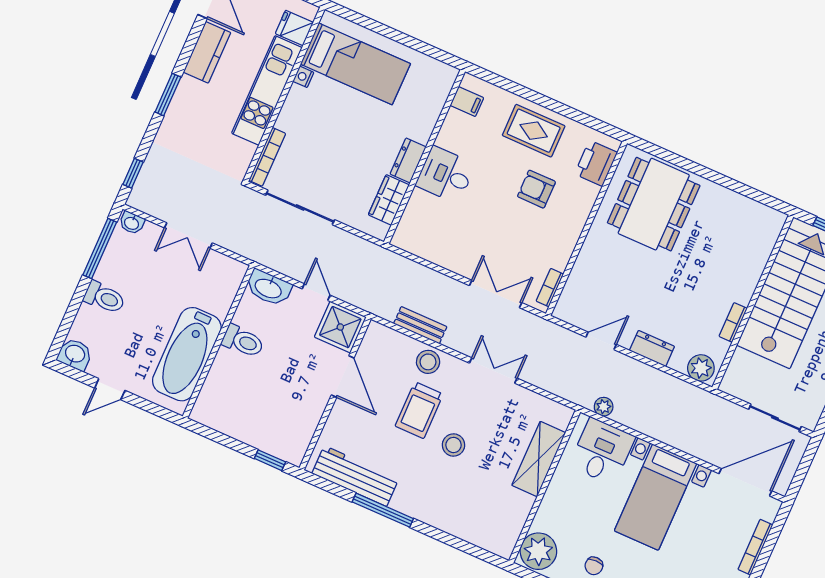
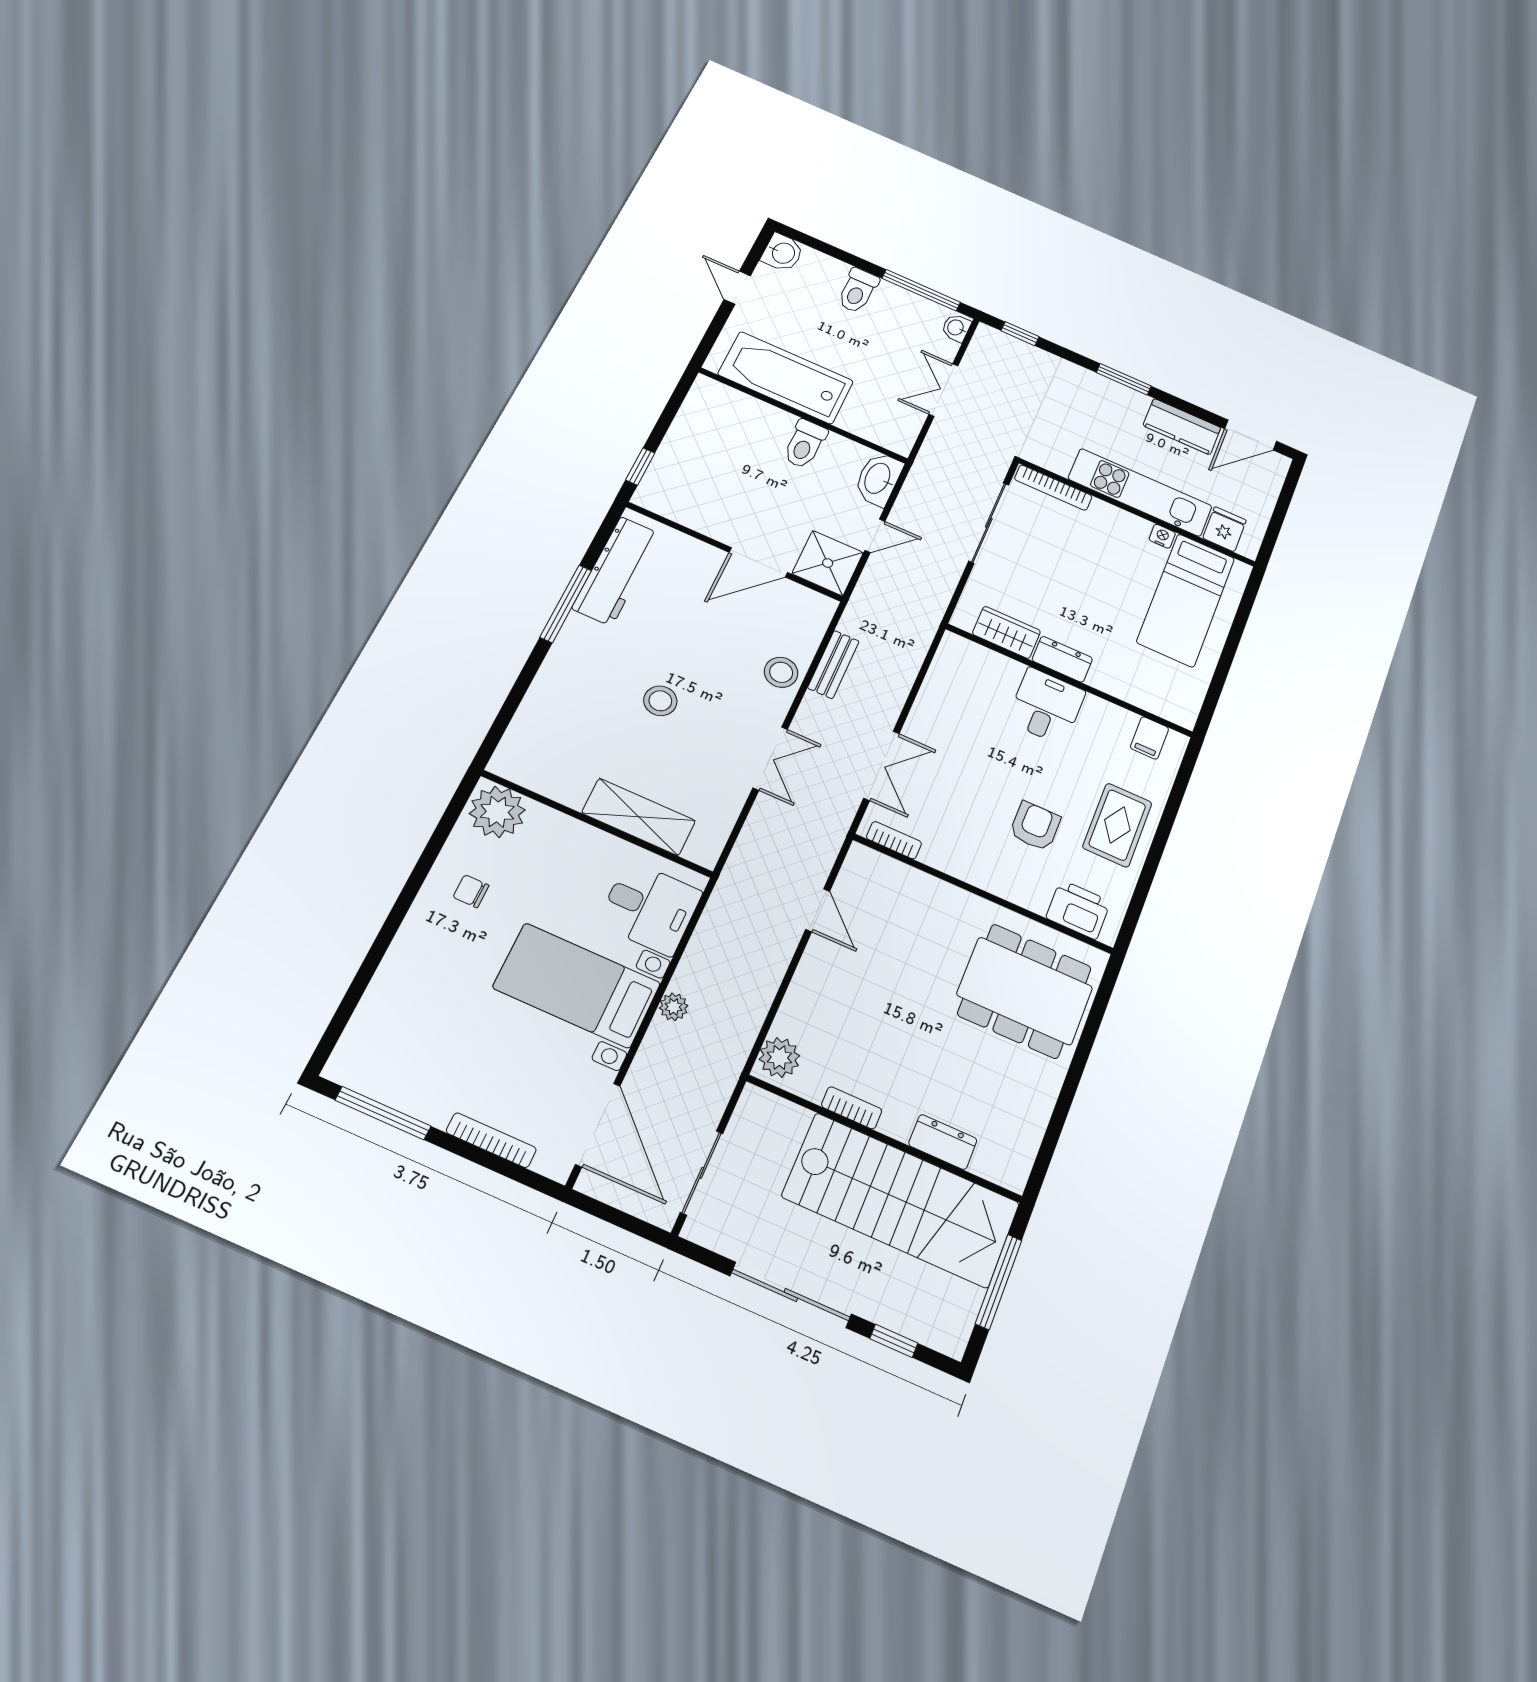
dresser: (652, 349) -> (943, 1142), moved, turned -90
plant: (604, 407) -> (674, 1007), moved
trolley: (419, 410) -> (711, 658), removed

